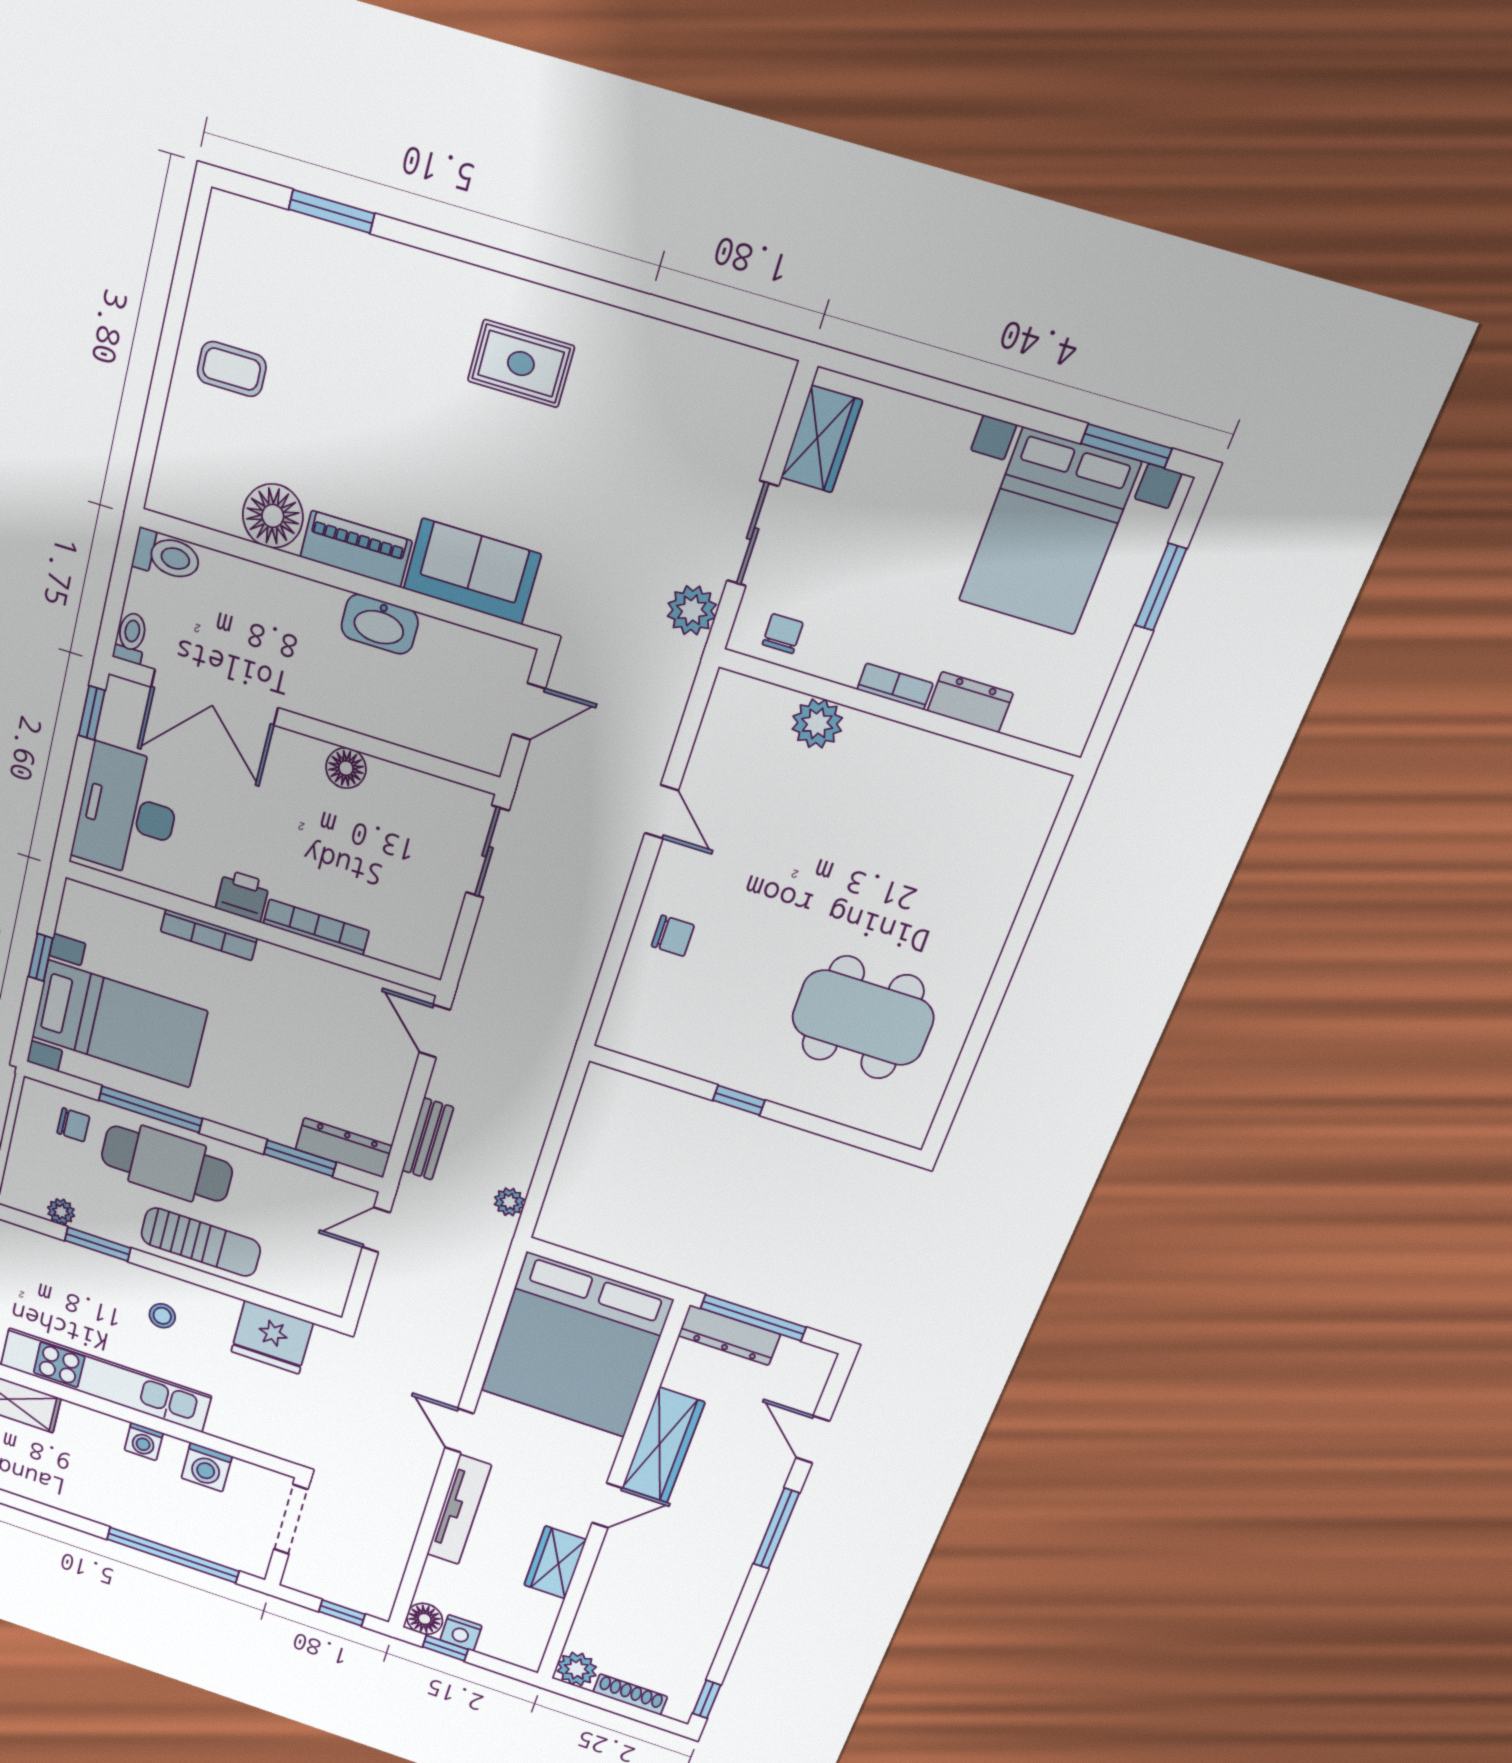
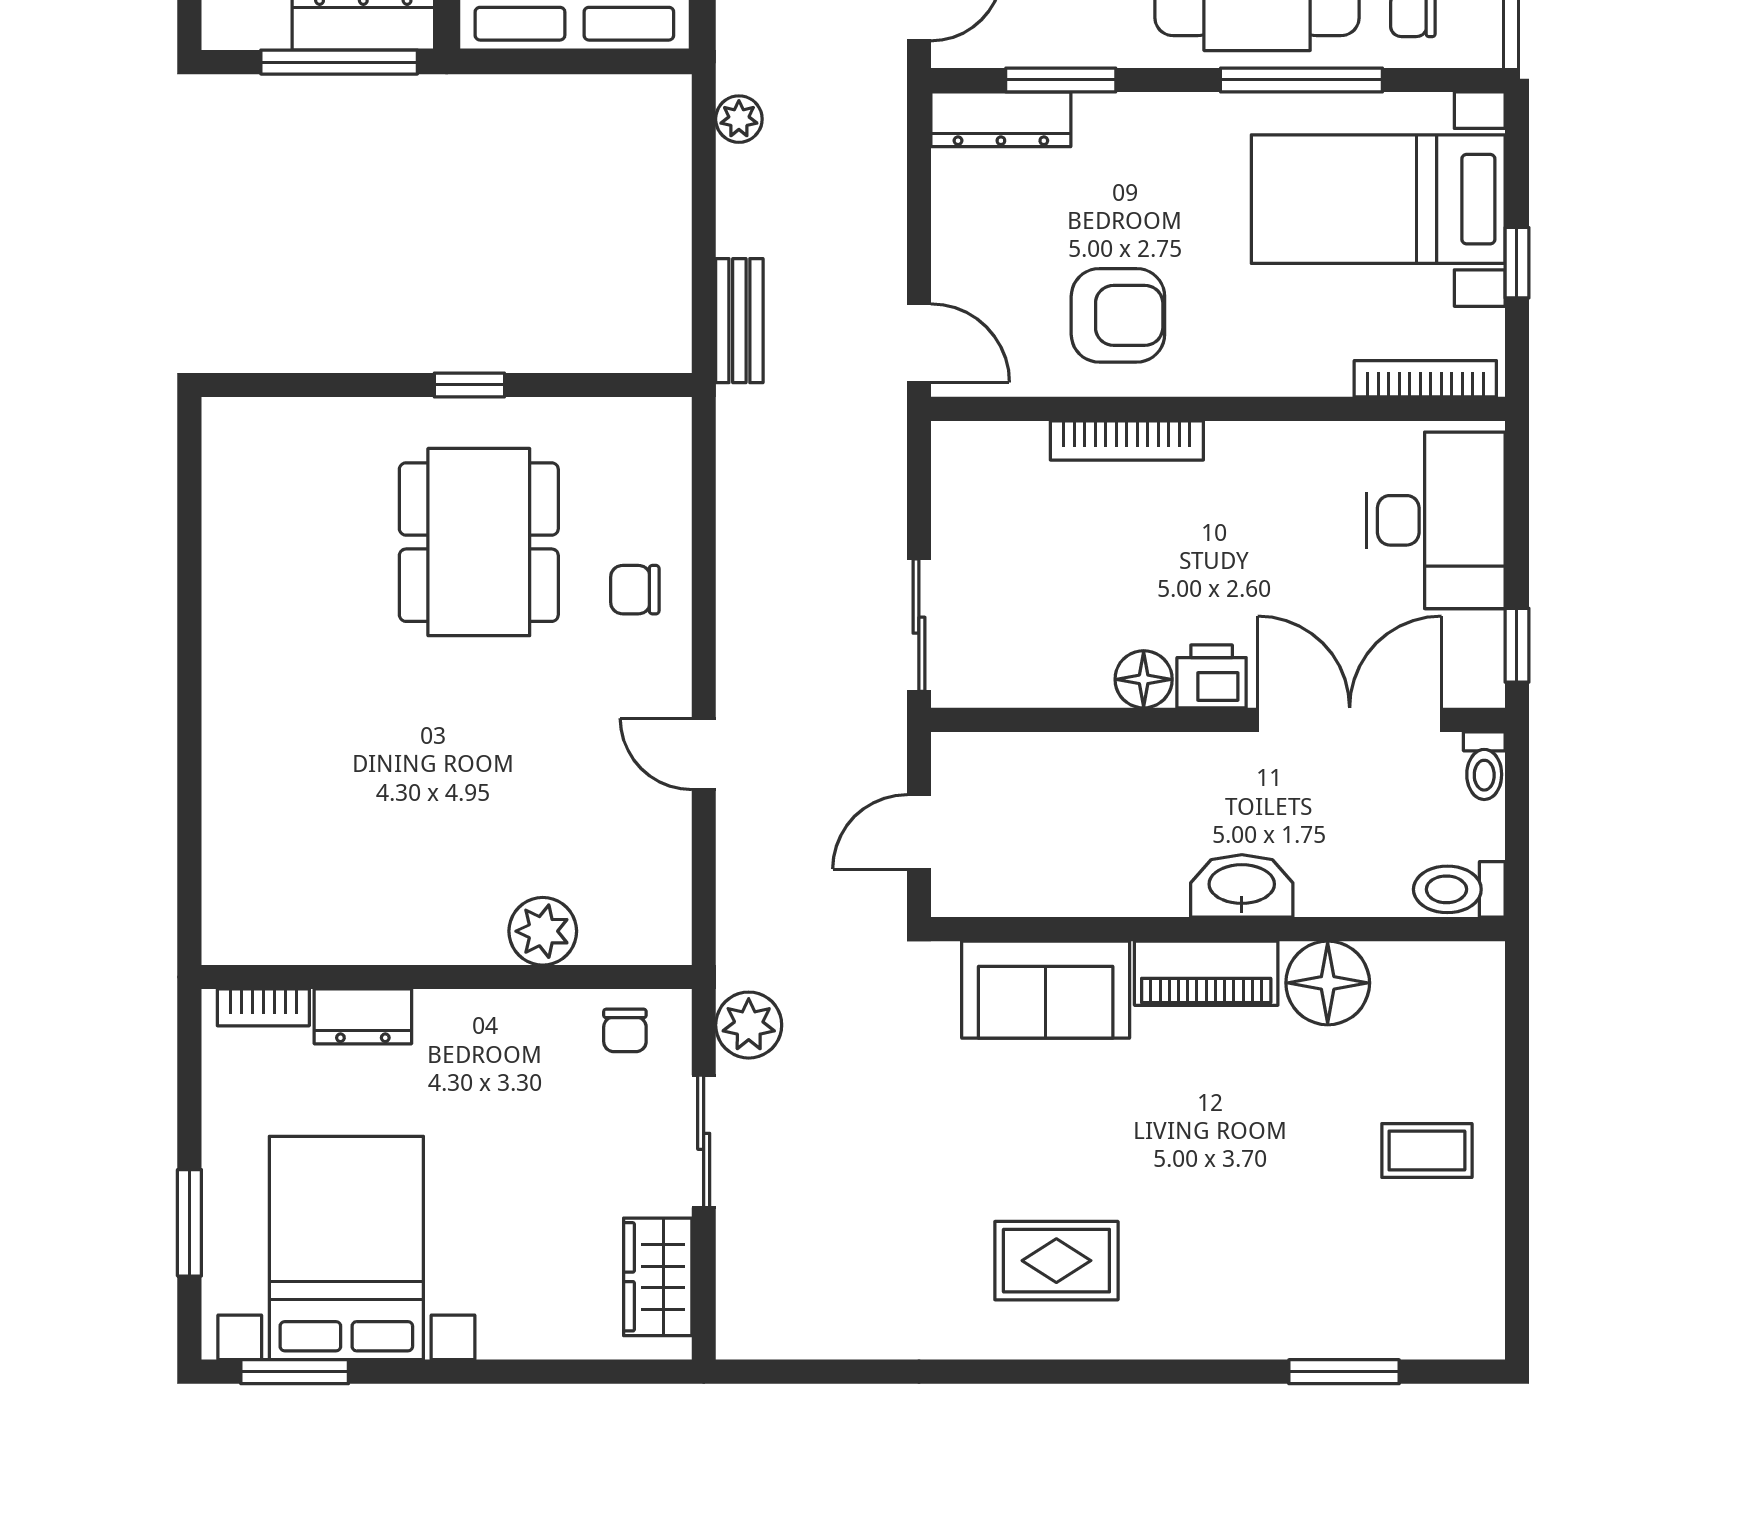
washbasin: (380, 624) -> (1242, 886), moved
bookcase: (895, 687) -> (263, 1007), moved
printer: (243, 896) -> (1212, 676), moved, turned 180
bookcase: (209, 935) -> (1425, 379), moved
armchair: (301, 1007) -> (1118, 315), added
dining table: (863, 1018) -> (479, 542), moved, turned 90
bench: (428, 1139) -> (739, 321), moved

